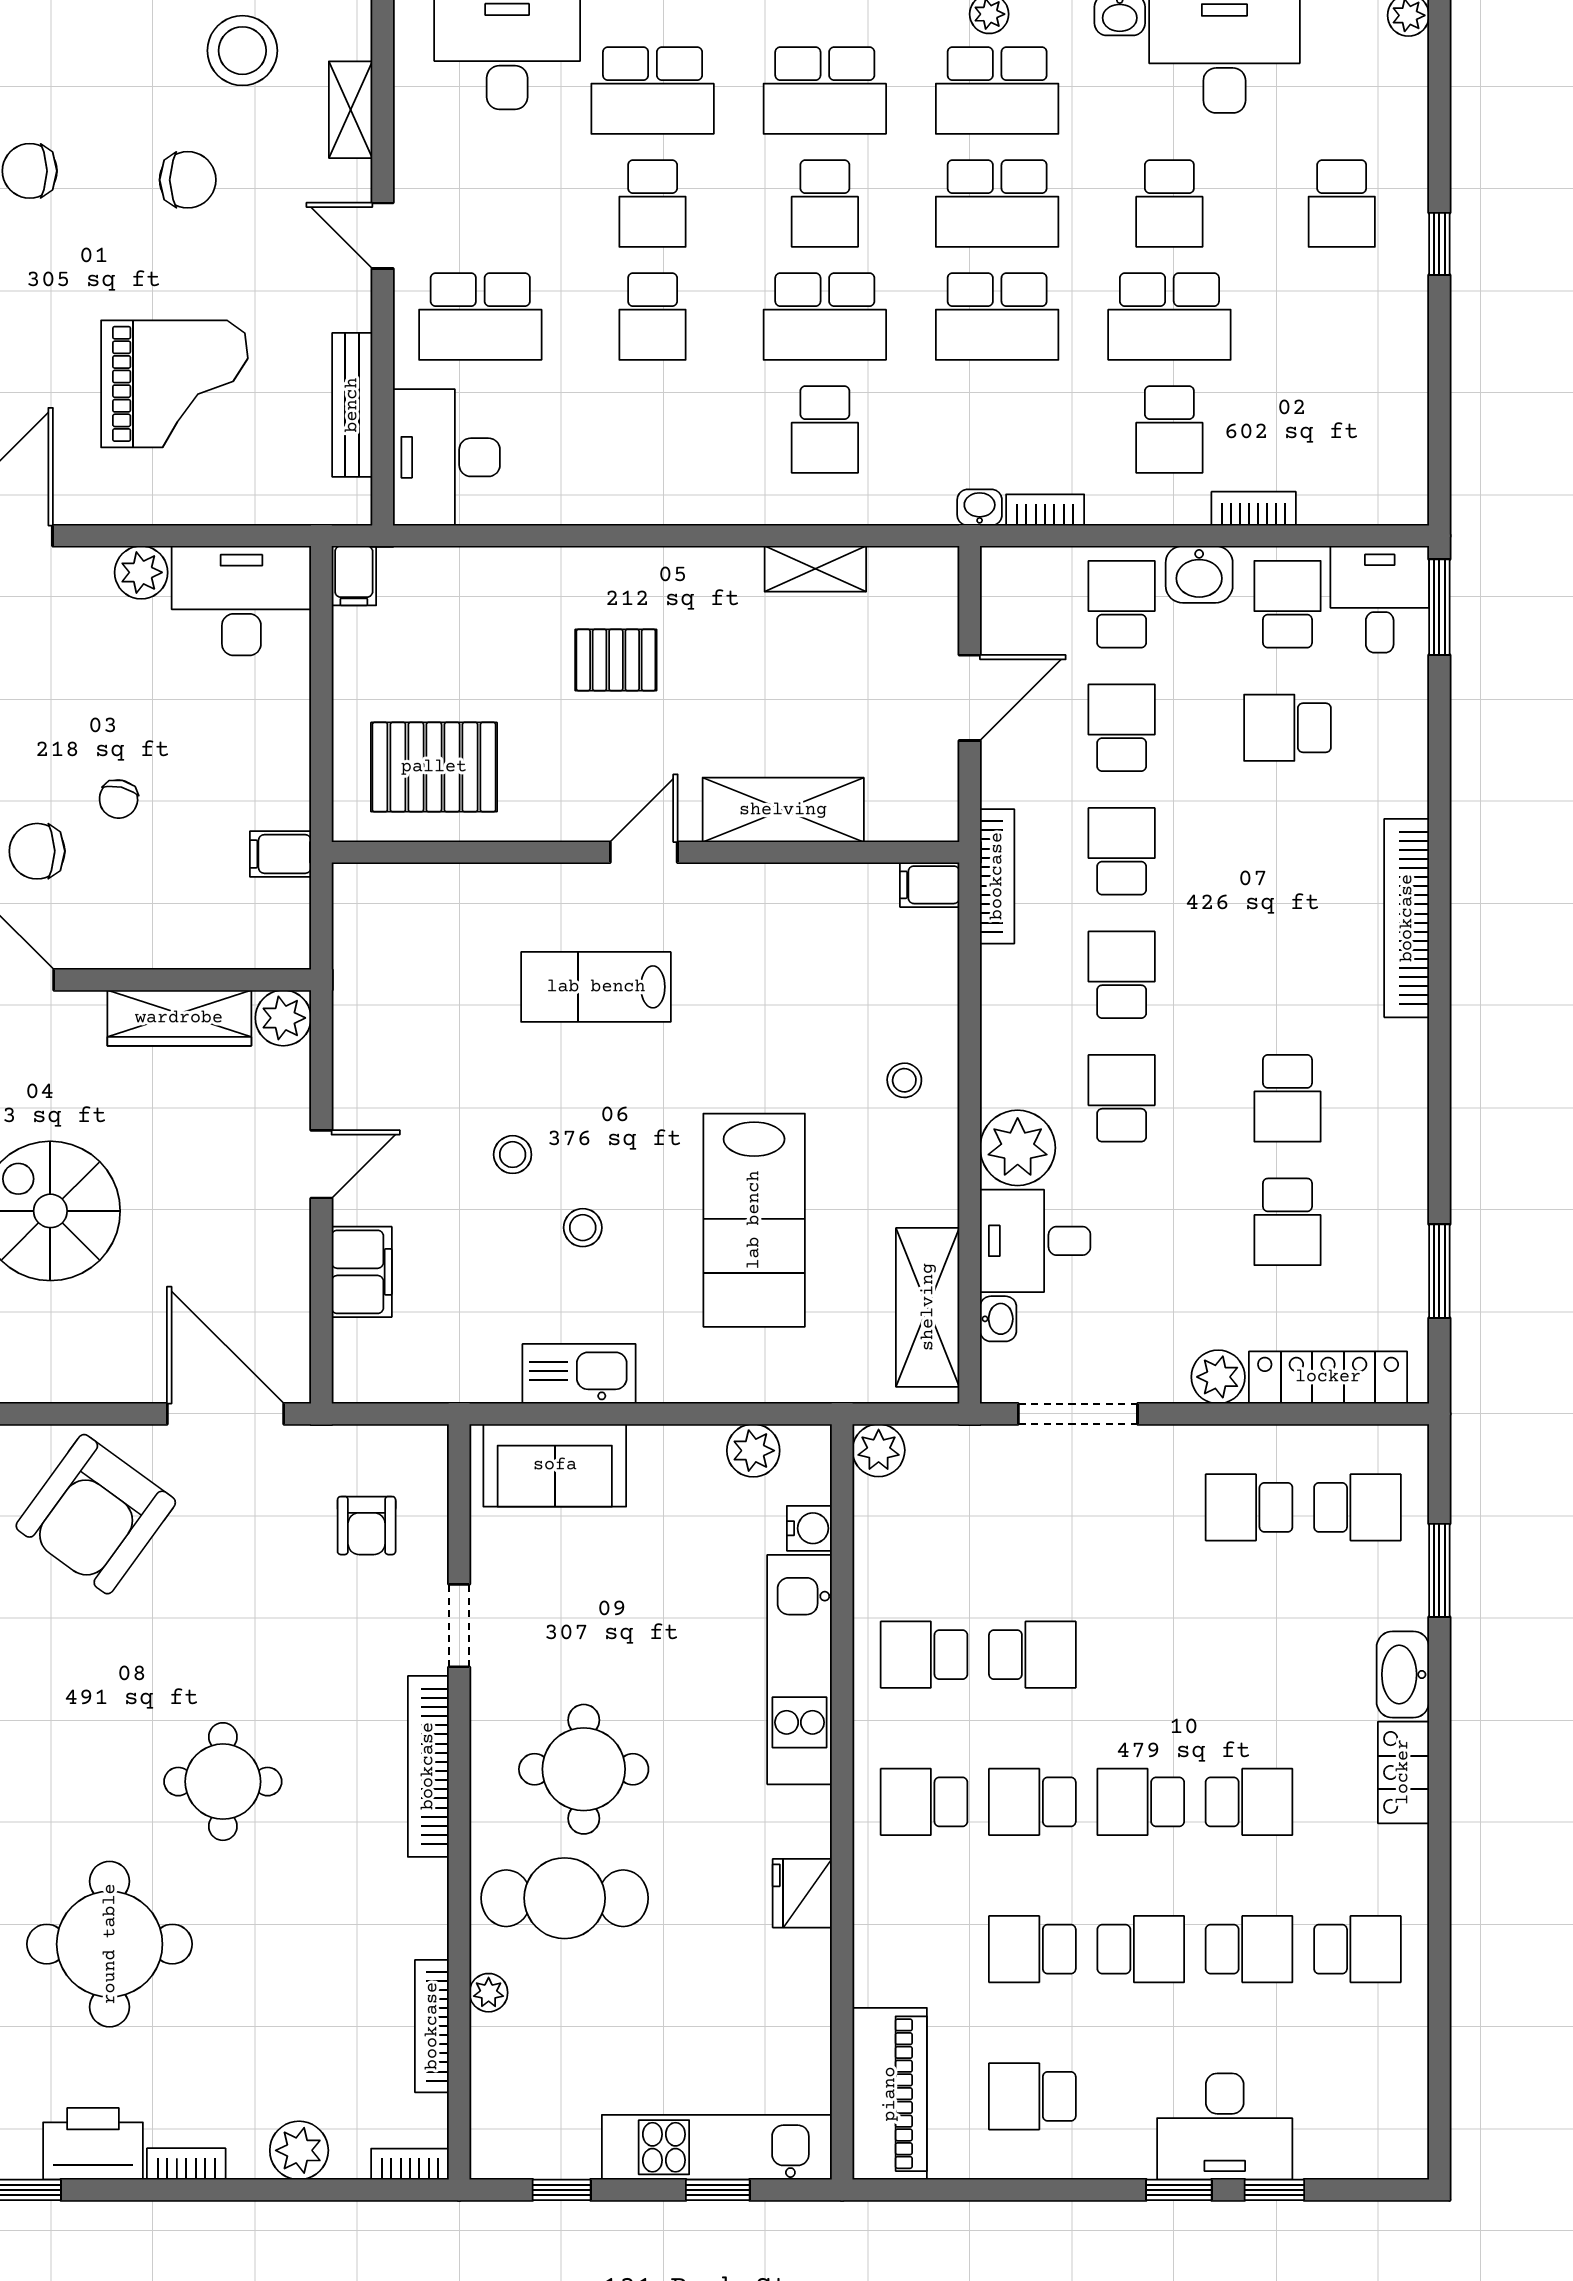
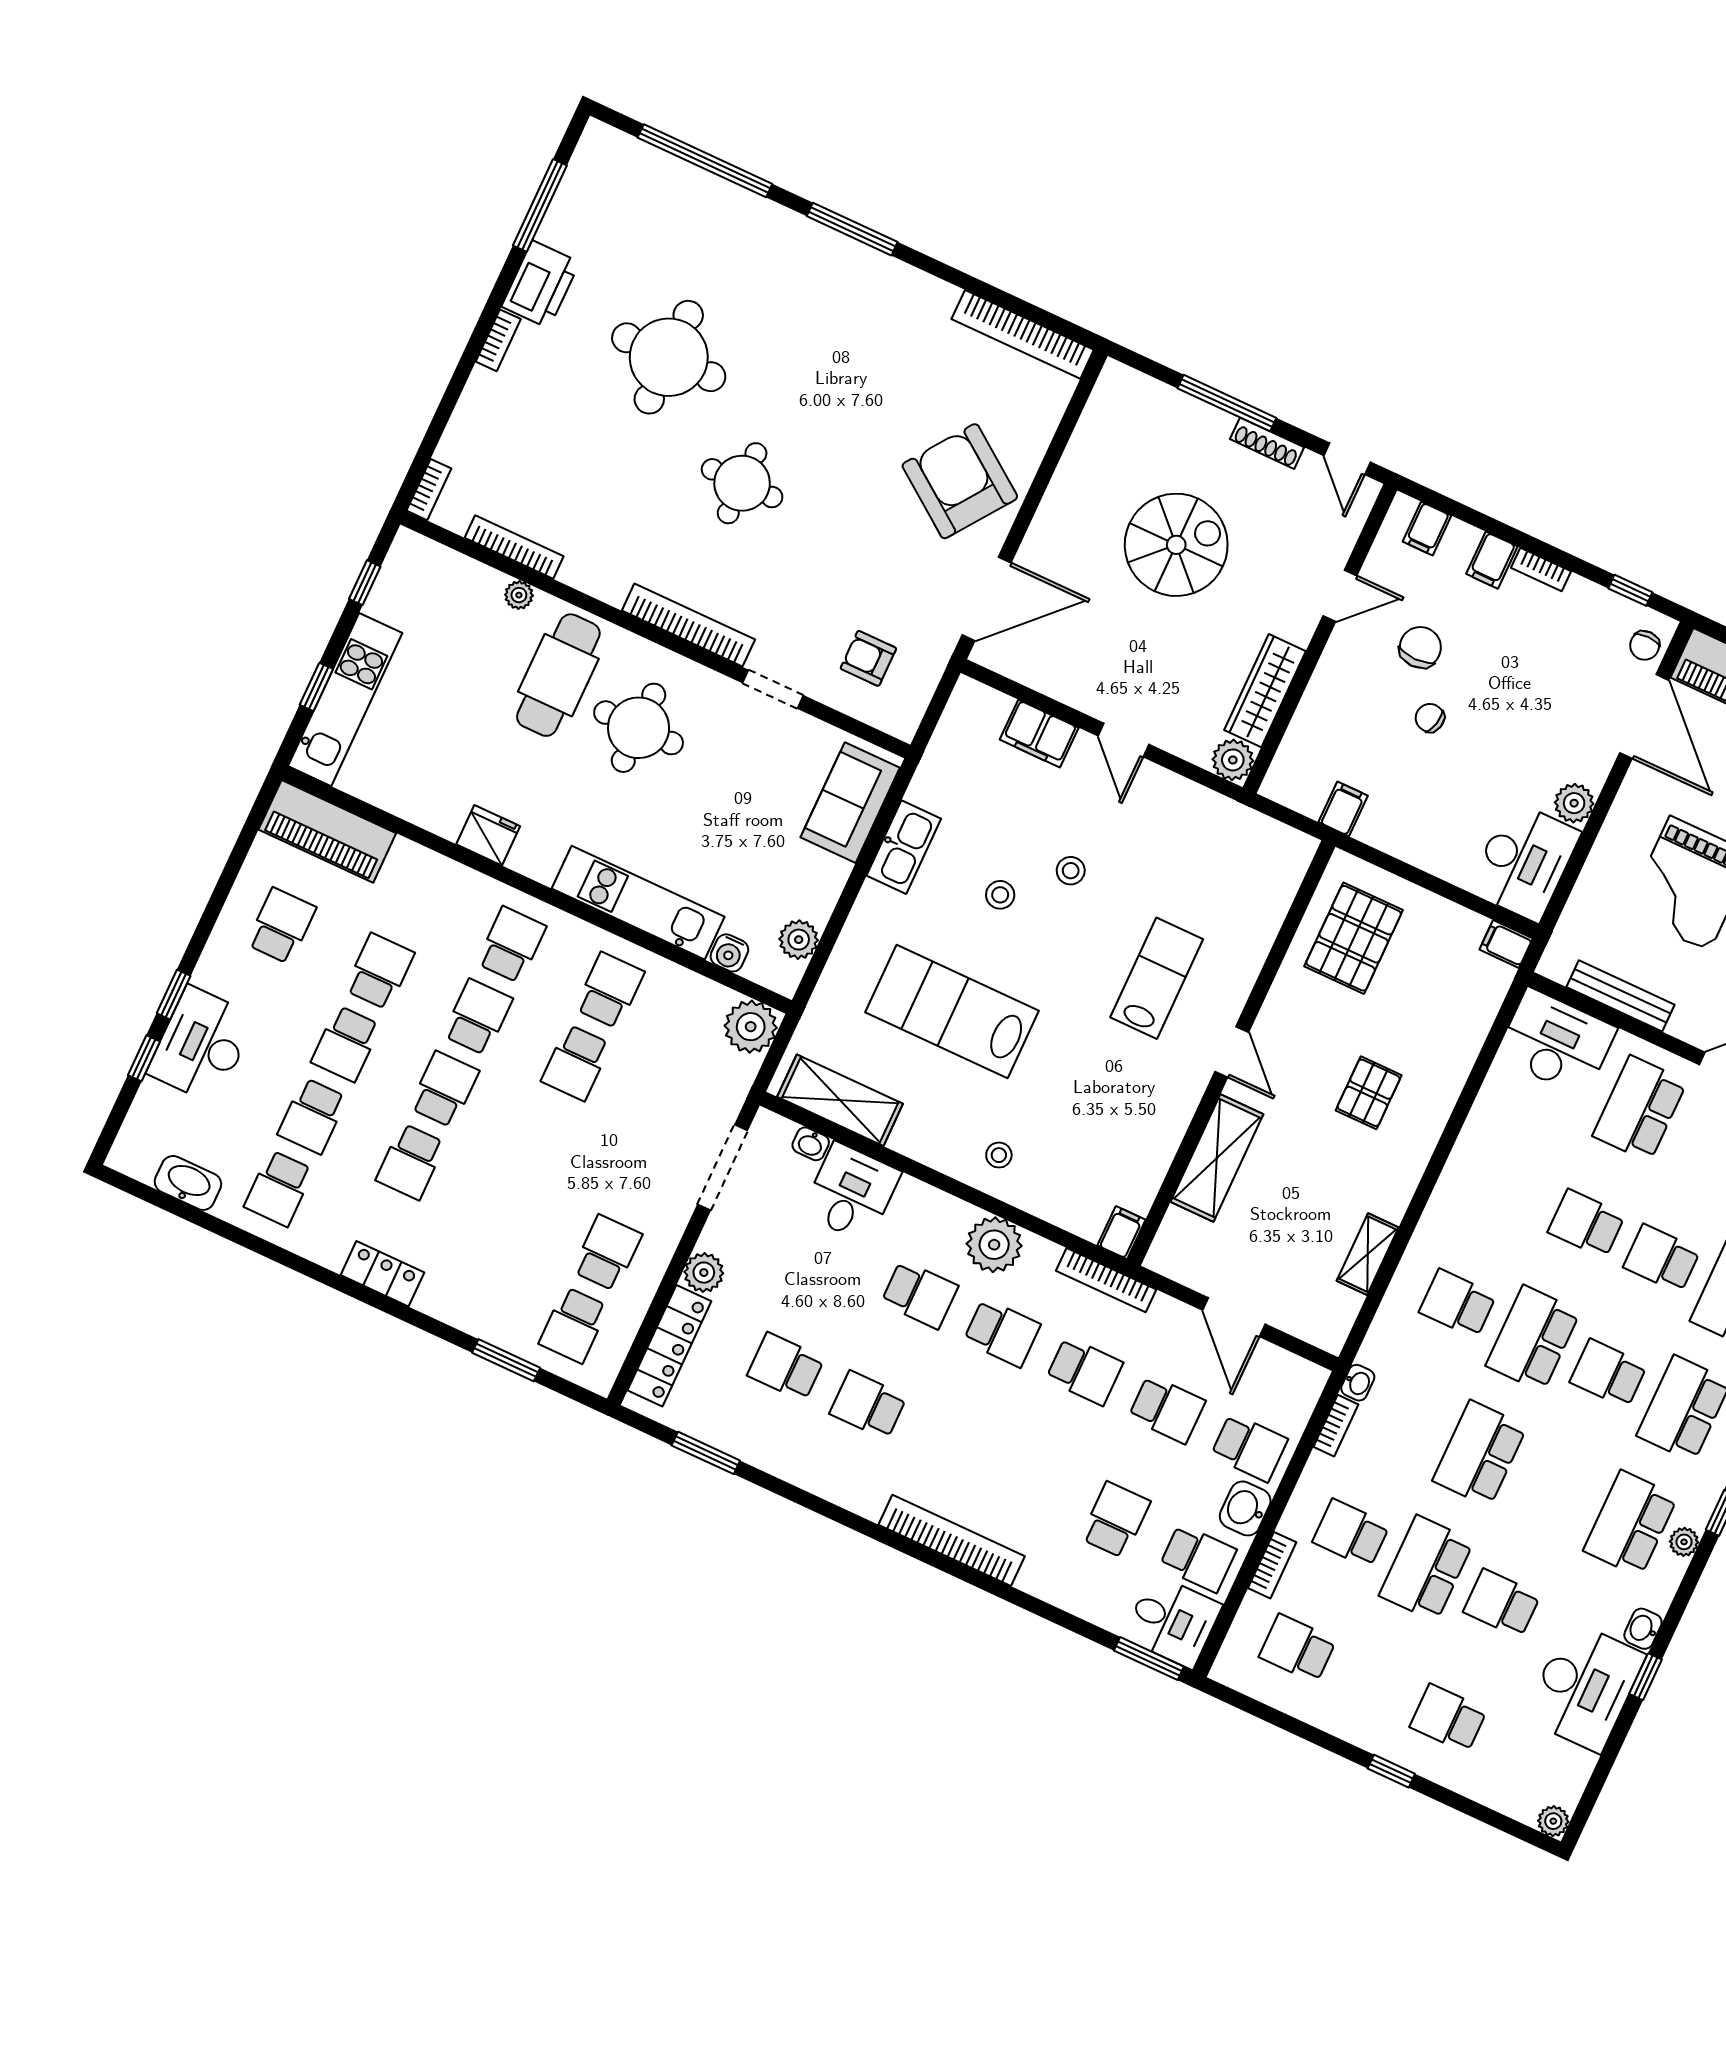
school desk: (997, 204) -> (1298, 1648), moved, width x0.54
plant: (1018, 1148) -> (994, 1245), moved
plant: (879, 1450) -> (751, 1027), width x1.36, depth x1.36
washbasin: (1403, 1674) -> (188, 1183), moved
plant: (299, 2150) -> (472, 420), removed

